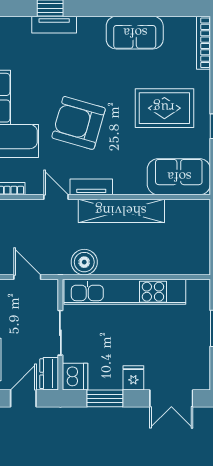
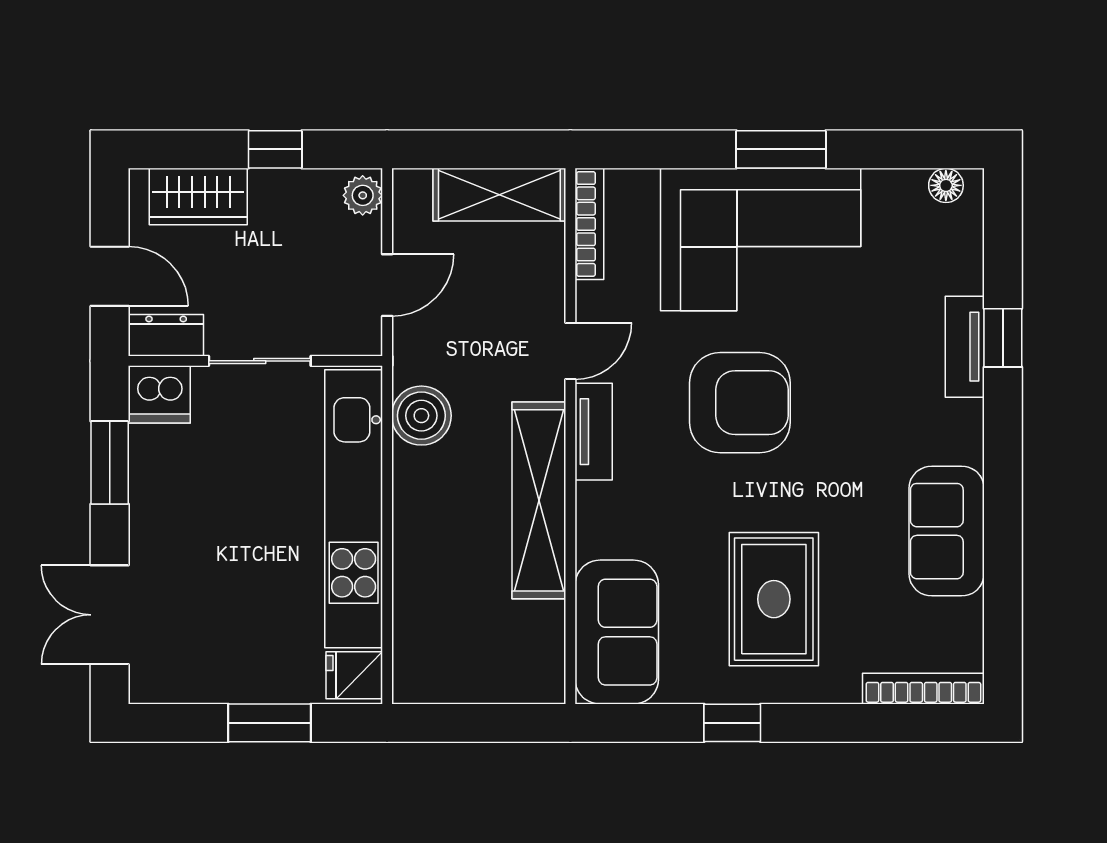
armchair: (79, 123) -> (740, 403), turned 74
fridge: (133, 378) -> (354, 675), moved, turned 180

